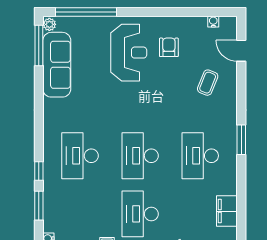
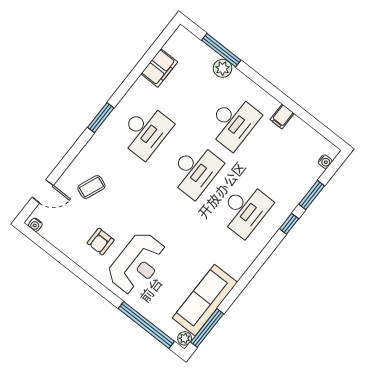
water cooler: (213, 22) -> (35, 225), moved
door: (241, 51) -> (43, 191), hinge flipped
reception desk: (129, 53) -> (137, 263), turned 180

